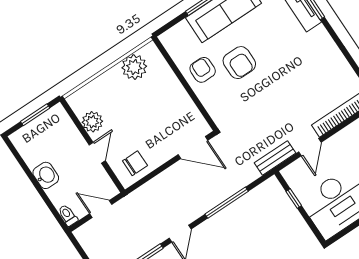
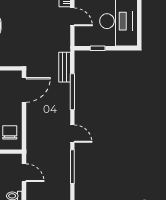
bench: (275, 158) -> (65, 67), moved
door: (101, 209) -> (24, 173), swing flipped

